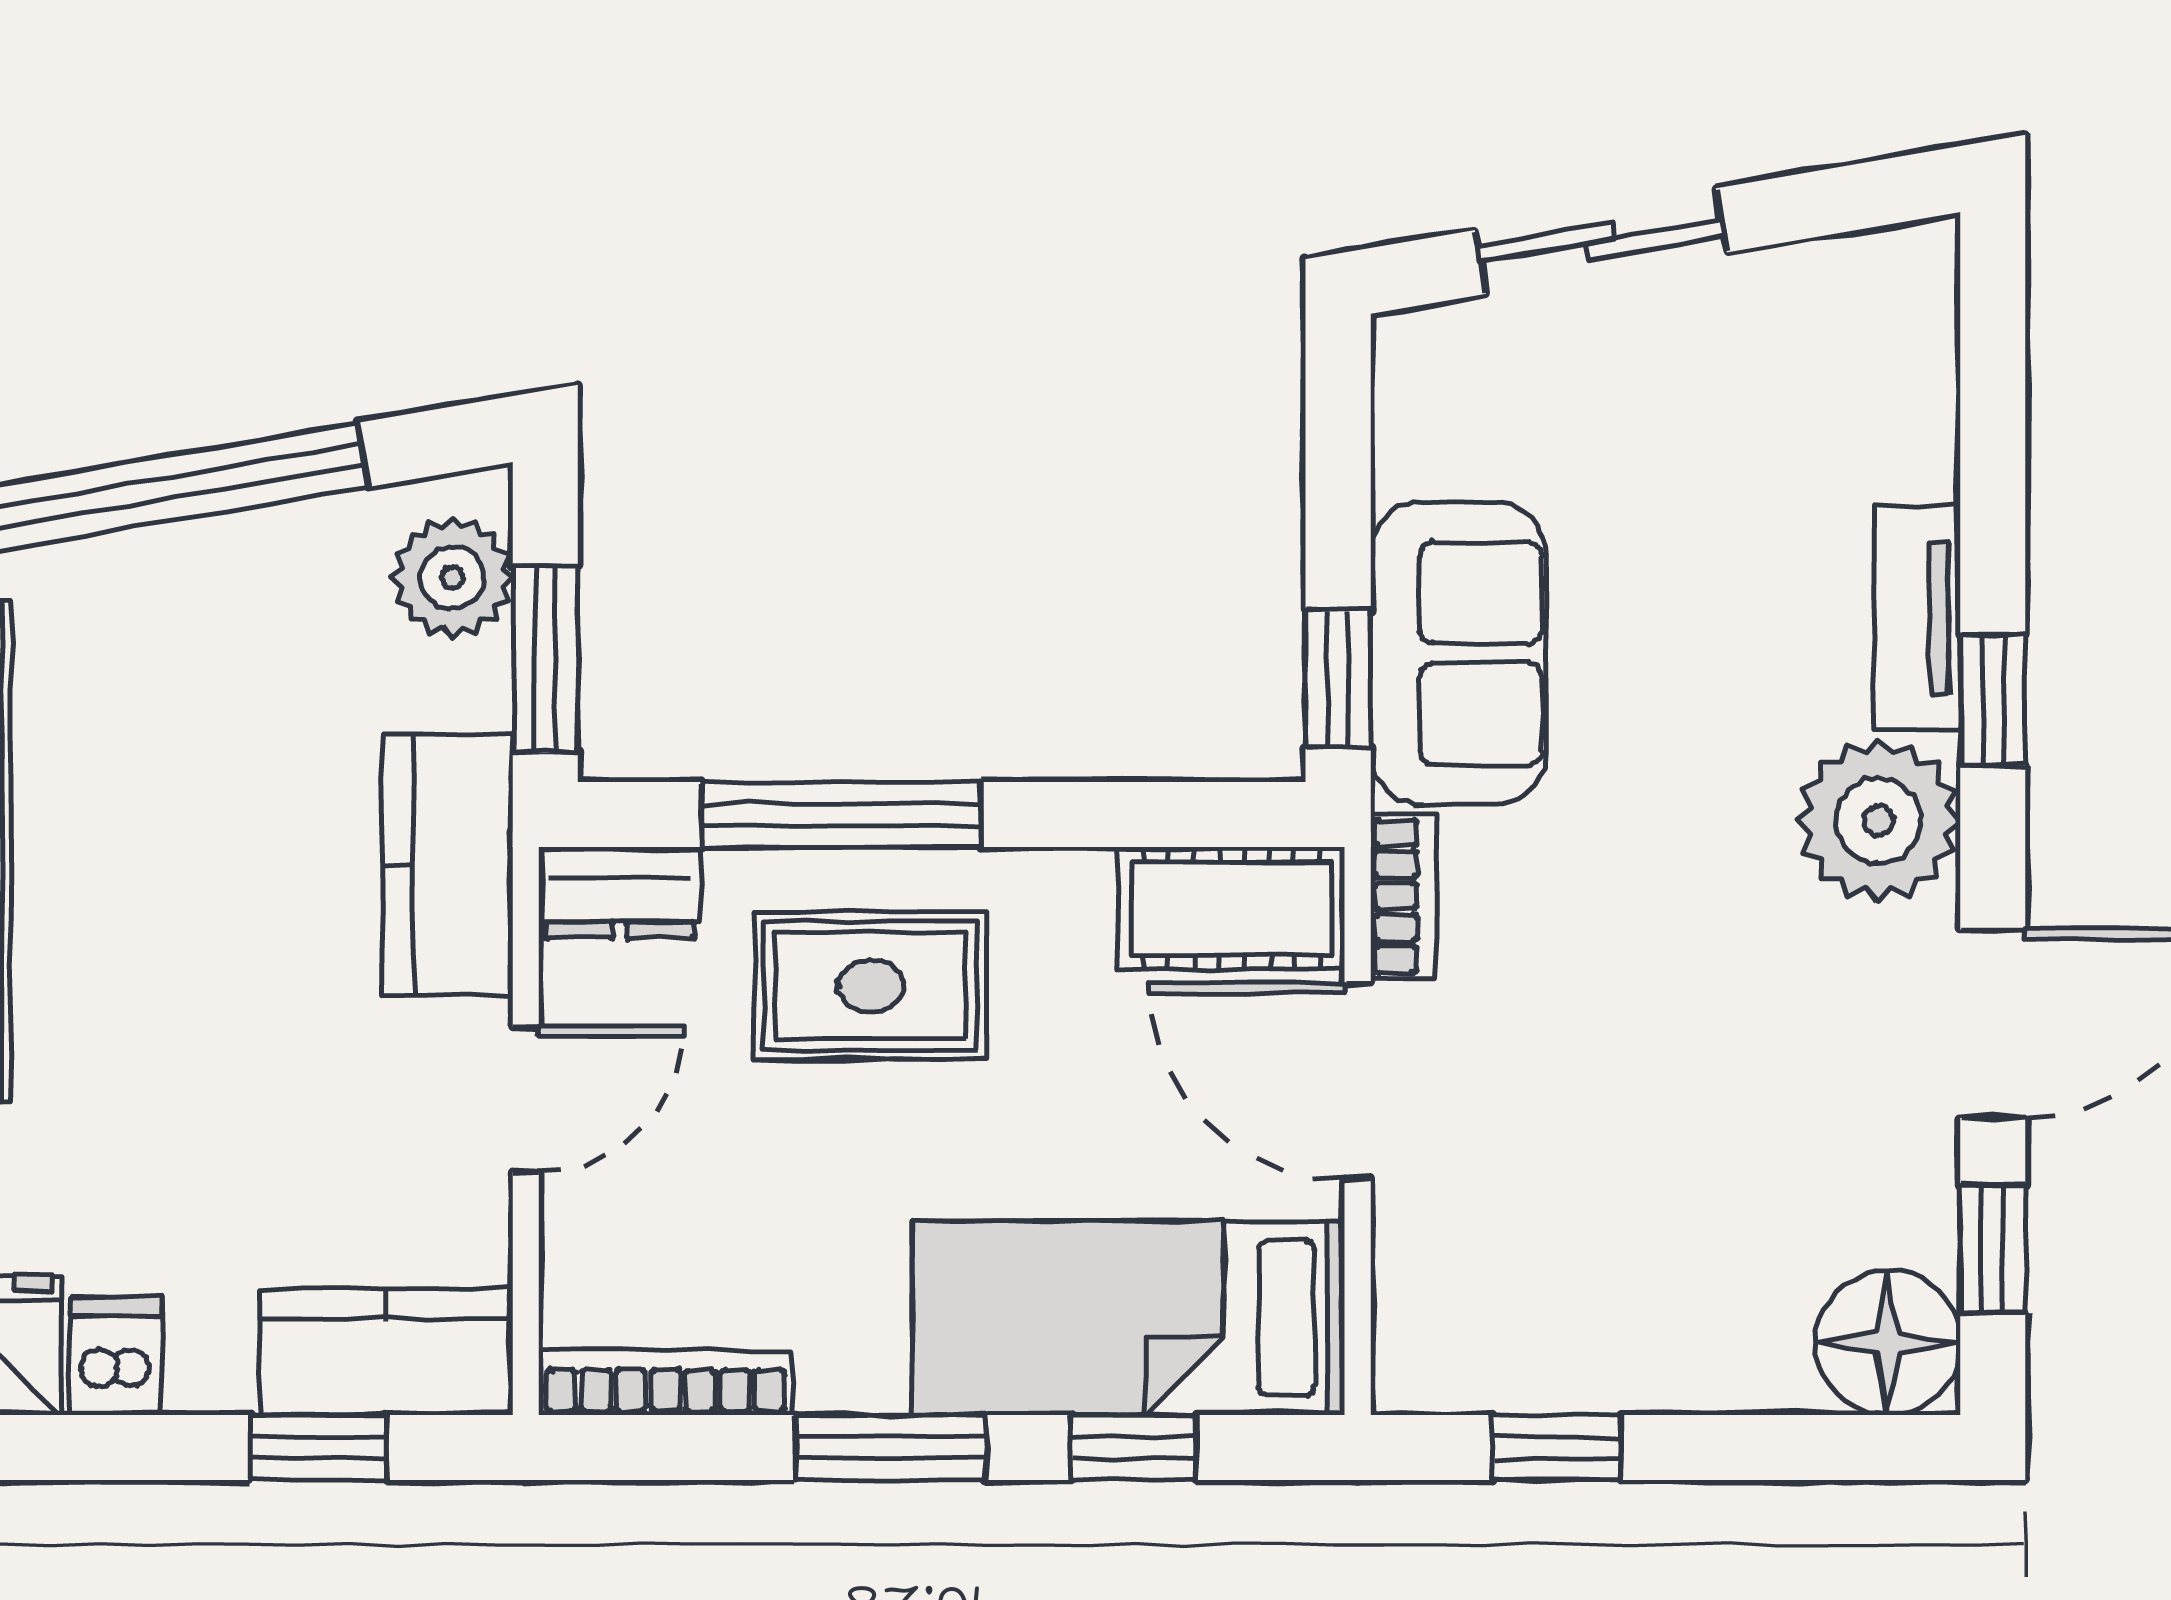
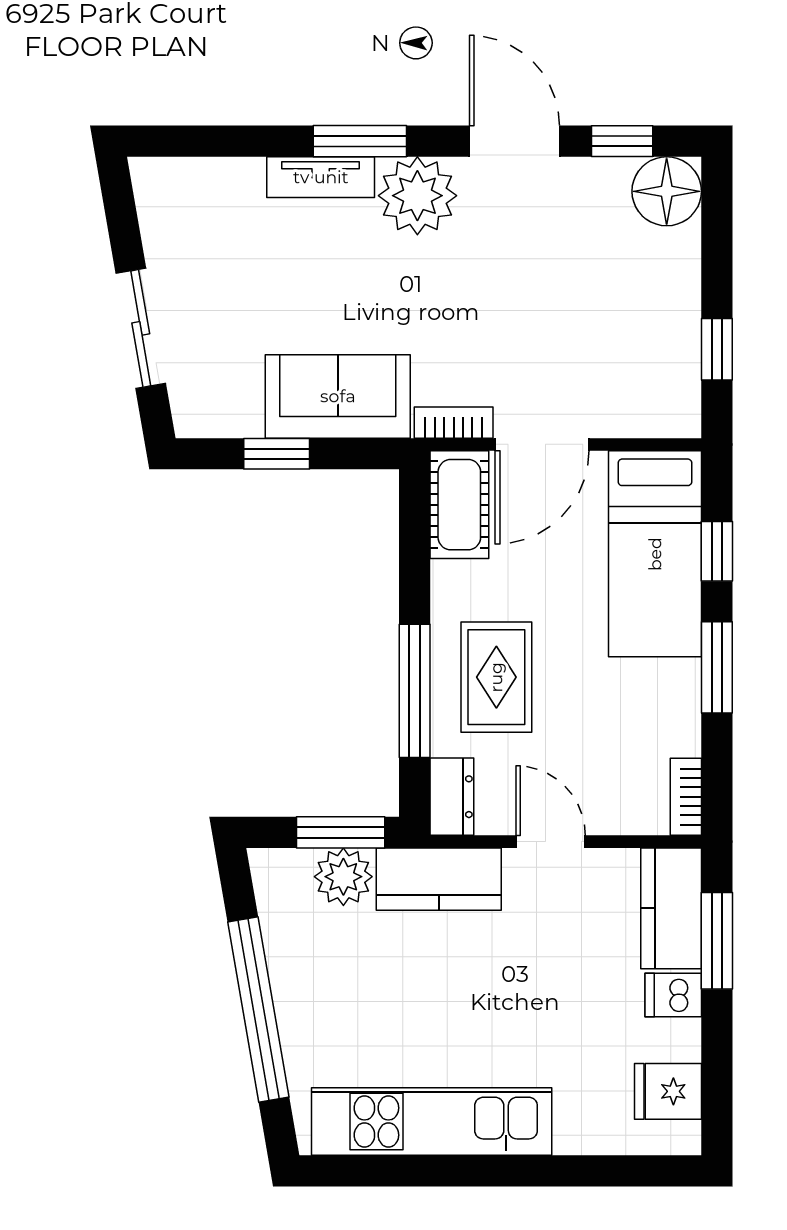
plant: (452, 578) -> (343, 877), moved
window: (1338, 679) -> (277, 454), moved
window: (1993, 700) -> (360, 141), width x1.50
dishwasher: (116, 1356) -> (673, 995), moved
bookcase: (665, 1383) -> (686, 797), width x0.64
window: (318, 1448) -> (717, 941), width x1.50

